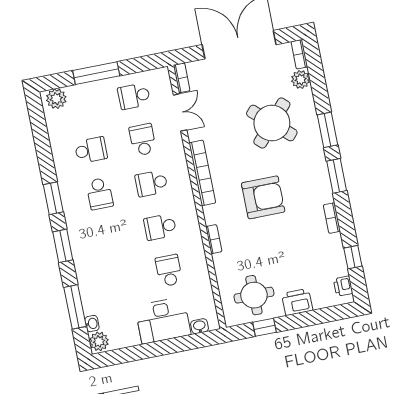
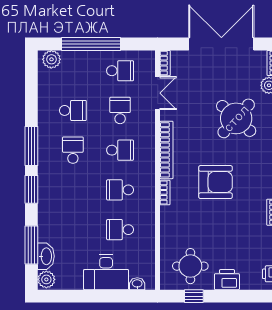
window: (96, 73) -> (91, 44), width x1.46
school desk: (134, 96) -> (120, 71), turned 180
school desk: (151, 183) -> (120, 150), turned 180
school desk: (100, 194) -> (73, 150), turned 180
window: (53, 198) -> (31, 146), width x1.44
bookcase: (214, 239) -> (165, 192), moved
school desk: (169, 271) -> (120, 230), turned -90
washbasin: (92, 324) -> (46, 256), width x1.91, depth x1.45

